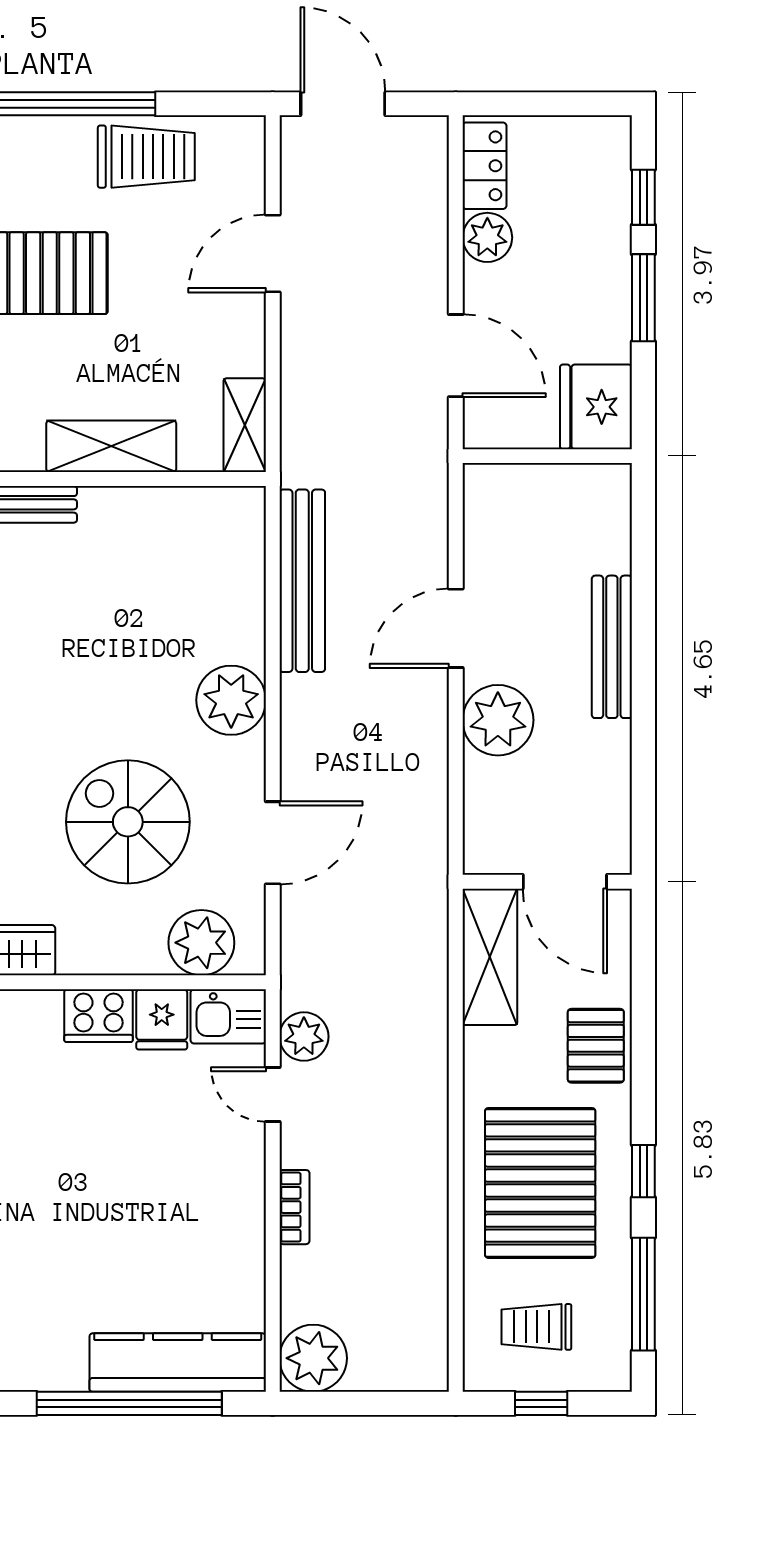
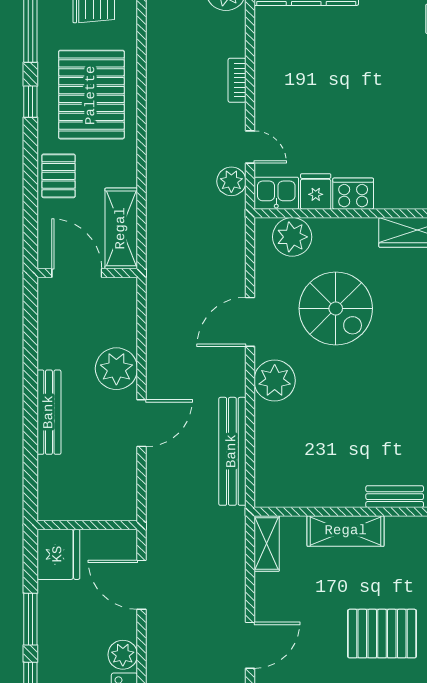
door: (273, 843) -> (250, 322), moved

